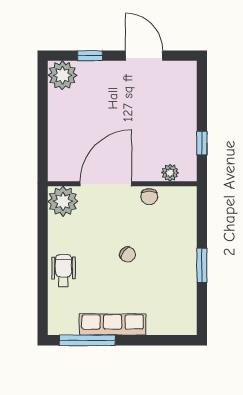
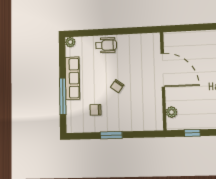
chair: (149, 197) -> (96, 110), moved
plant: (63, 201) -> (70, 42), moved, width x0.53, depth x0.53
window: (87, 340) -> (63, 96), moved

